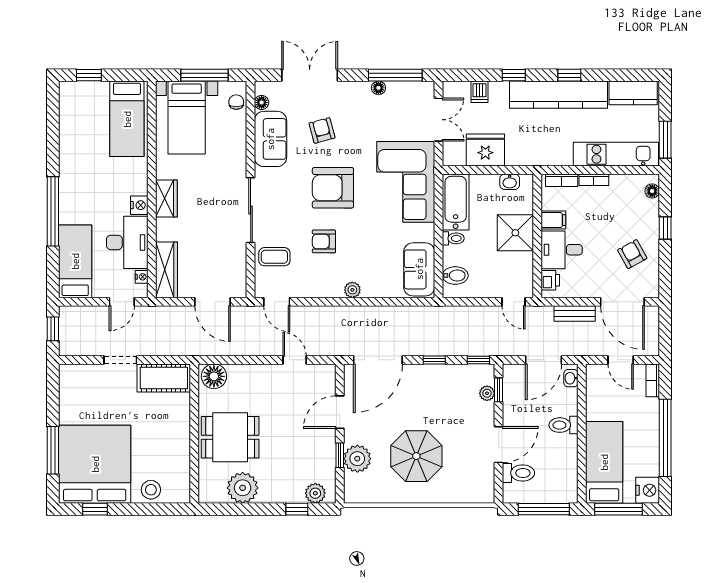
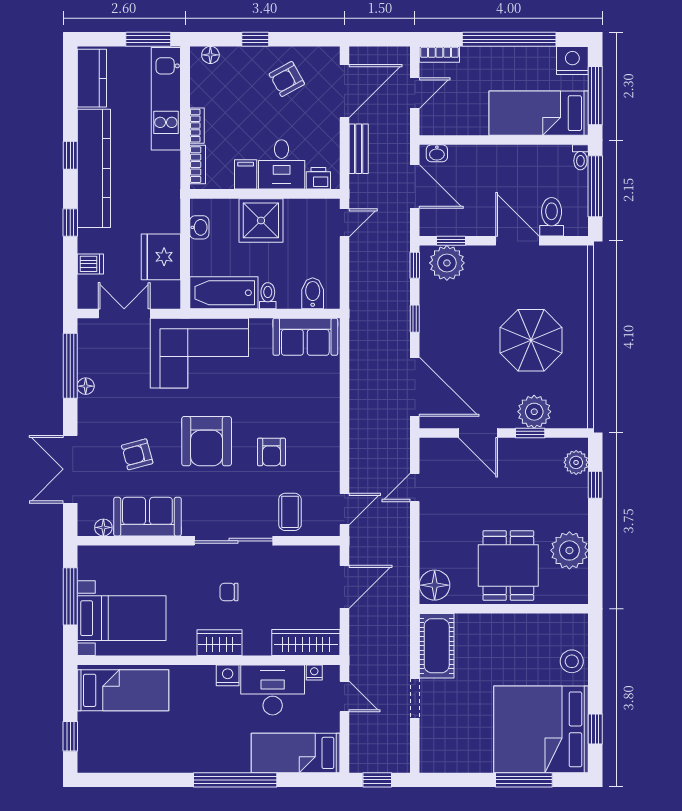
chair: (236, 102) -> (229, 592), moved
plant: (352, 290) -> (330, 418), removed
plant: (487, 393) -> (447, 263), width x1.88, depth x1.88
toilet: (564, 425) -> (580, 157), moved, width x0.73, depth x0.72

